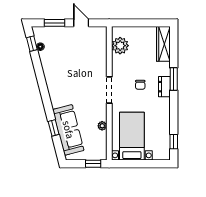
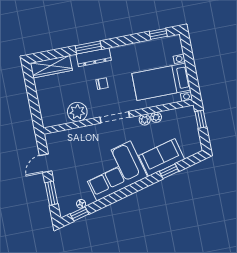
plant: (120, 46) -> (77, 112), moved
corner sofa: (63, 80) -> (114, 171), added
dresser: (164, 87) -> (94, 57), width x1.44
plant: (102, 115) -> (145, 120), added
sofa: (68, 130) -> (162, 157), width x0.73

